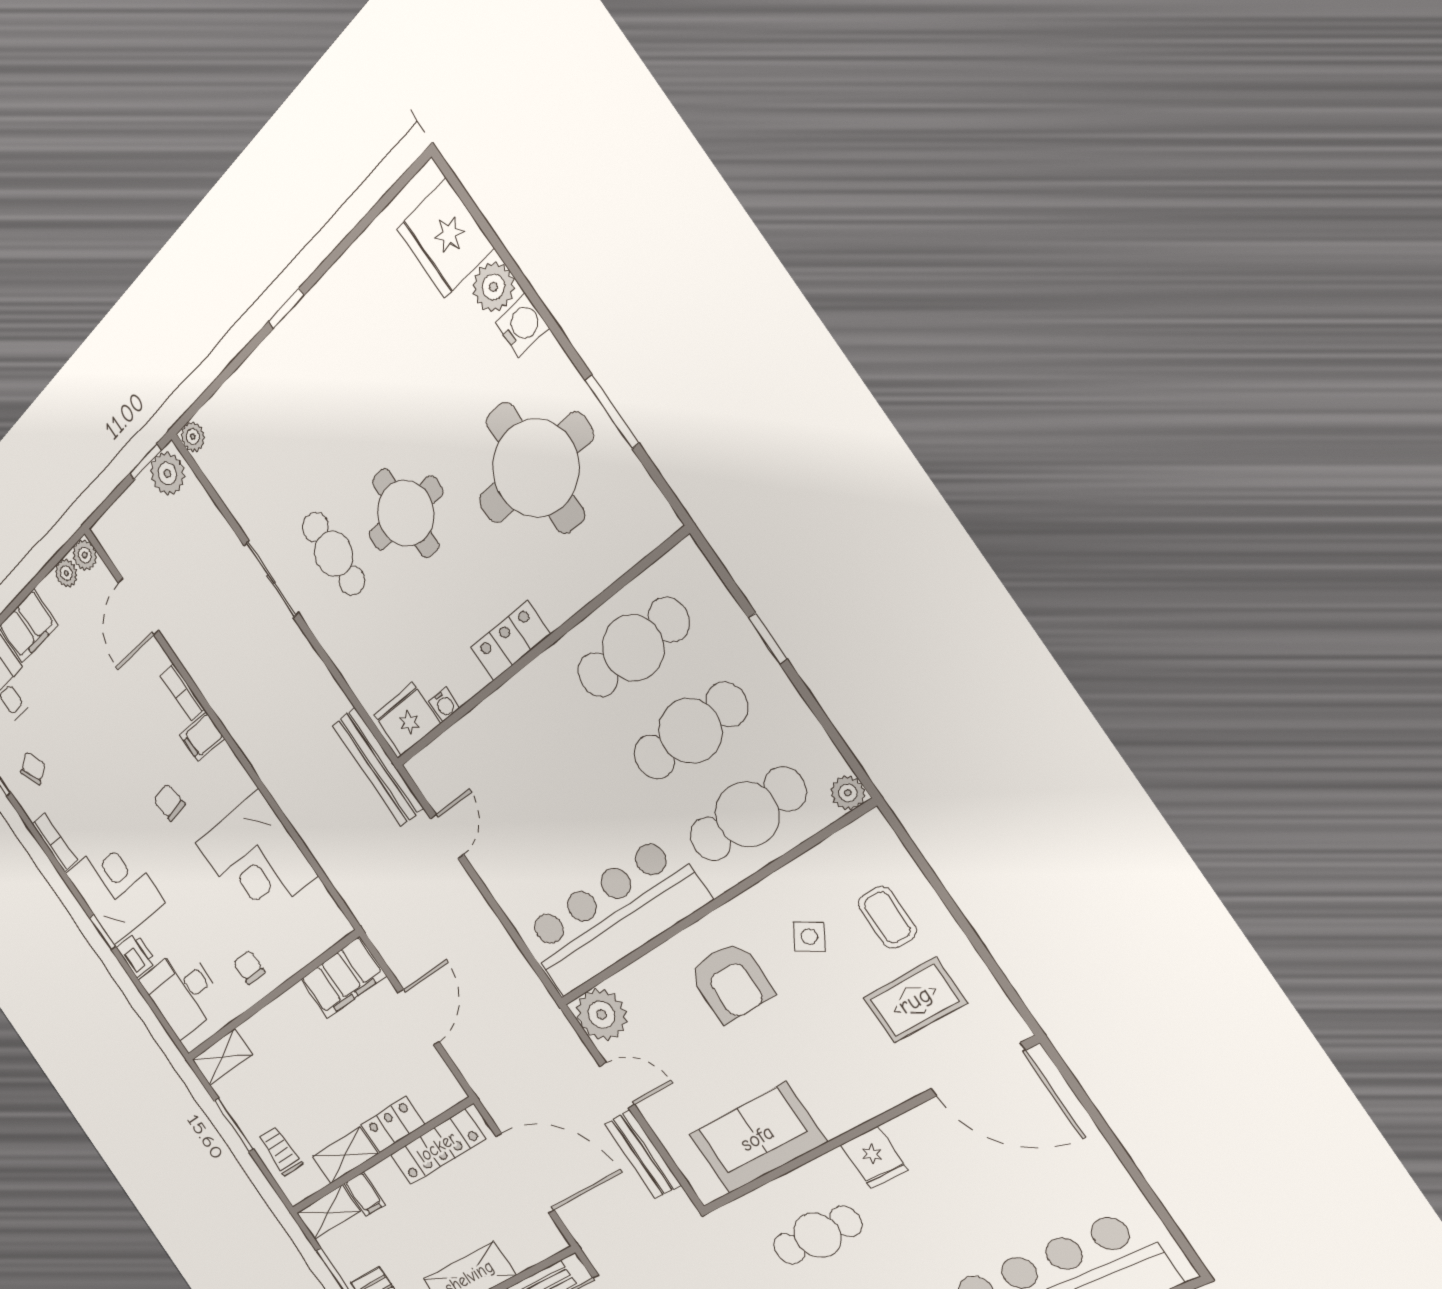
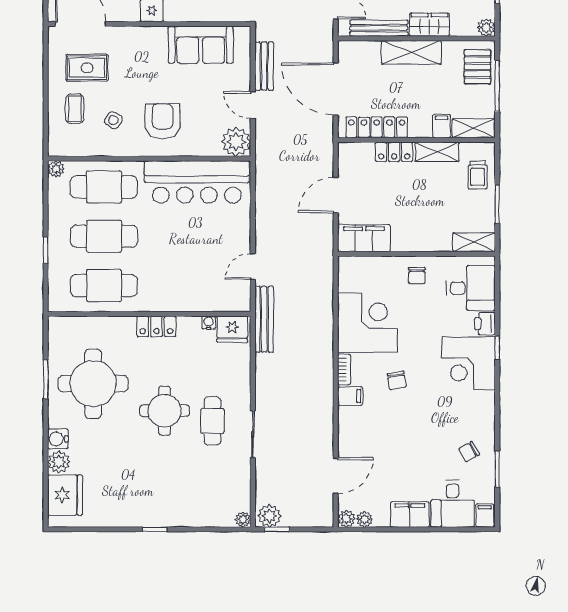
bookcase: (182, 692) -> (344, 370), moved
bookcase: (55, 842) -> (488, 409), removed

